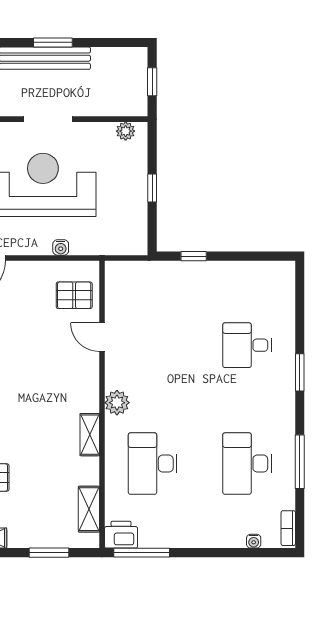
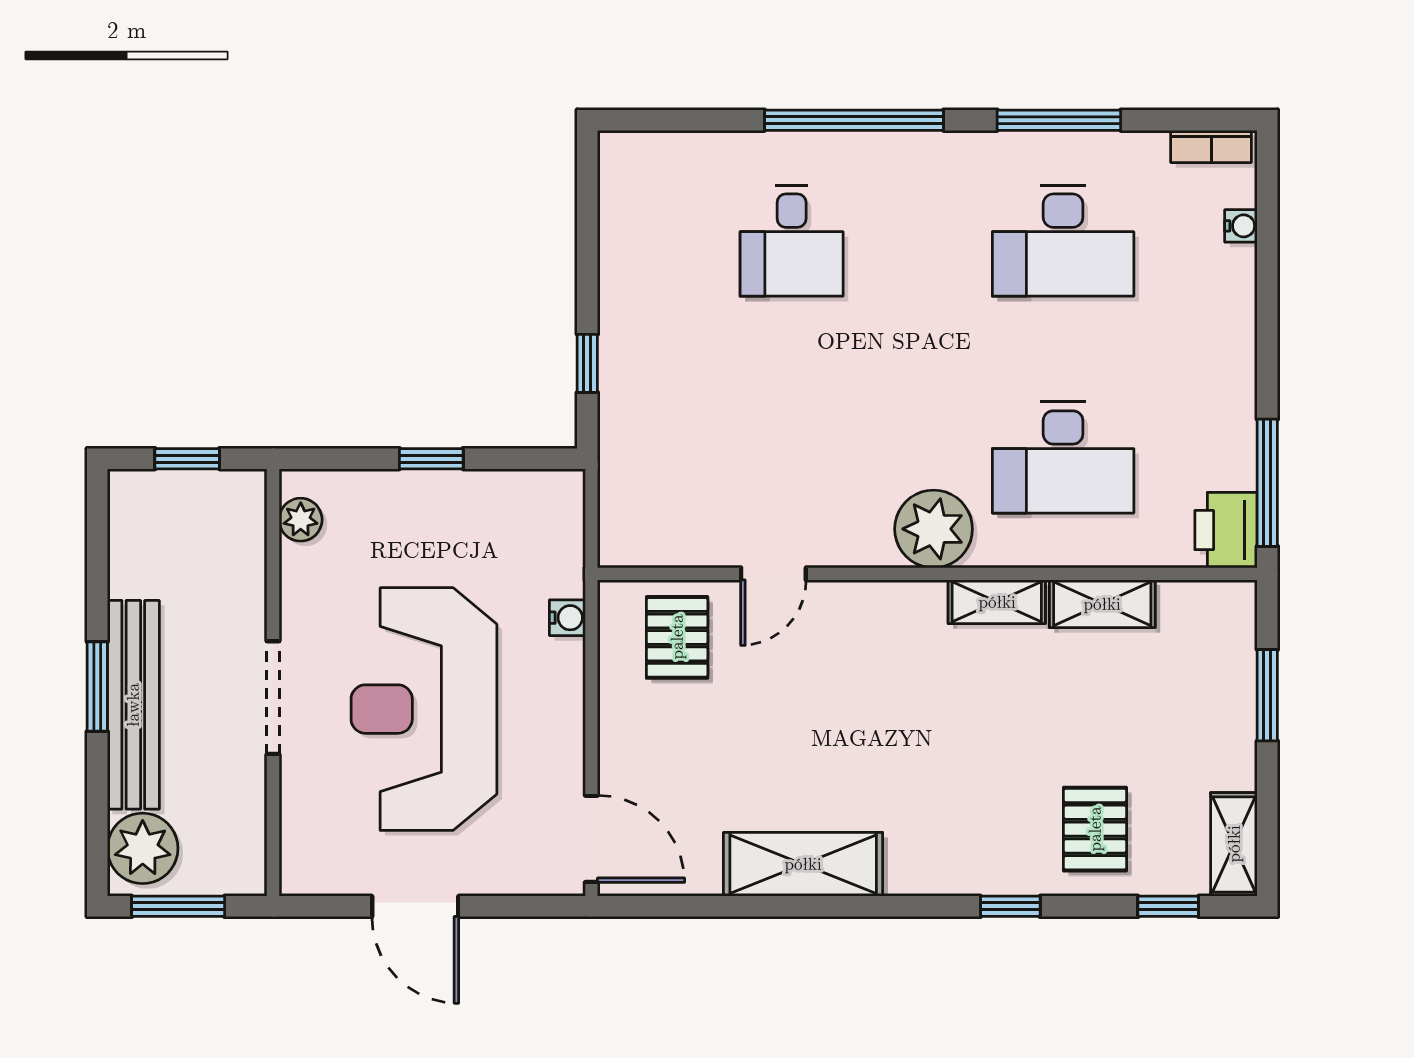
water cooler: (61, 247) -> (567, 618), moved
window: (300, 372) -> (854, 120), width x2.11
plant: (117, 403) -> (934, 529), width x1.36, depth x1.36
shelving: (89, 509) -> (1102, 604), moved

